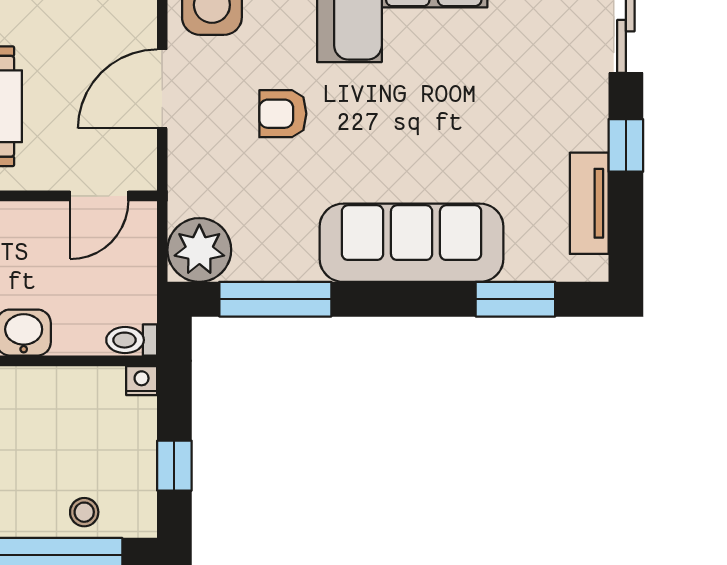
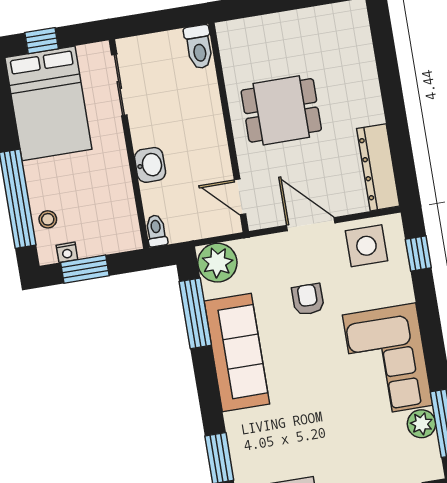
sofa: (412, 243) -> (237, 353), moved
nightstand: (142, 381) -> (67, 252), moved, turned 90
window: (174, 466) -> (85, 269), width x1.50

